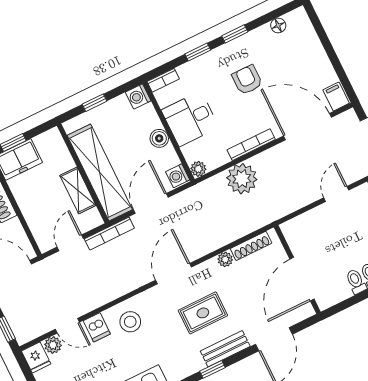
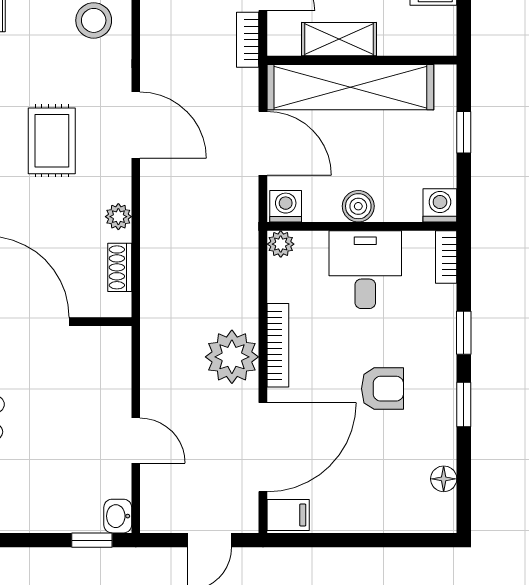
plant: (242, 179) -> (232, 357), moved
bookcase: (109, 234) -> (248, 40), width x0.64
shoe rack: (251, 246) -> (120, 267), width x0.70

